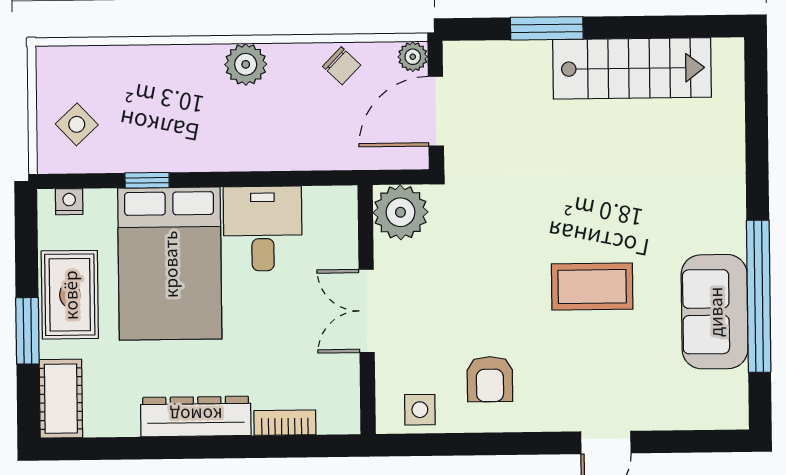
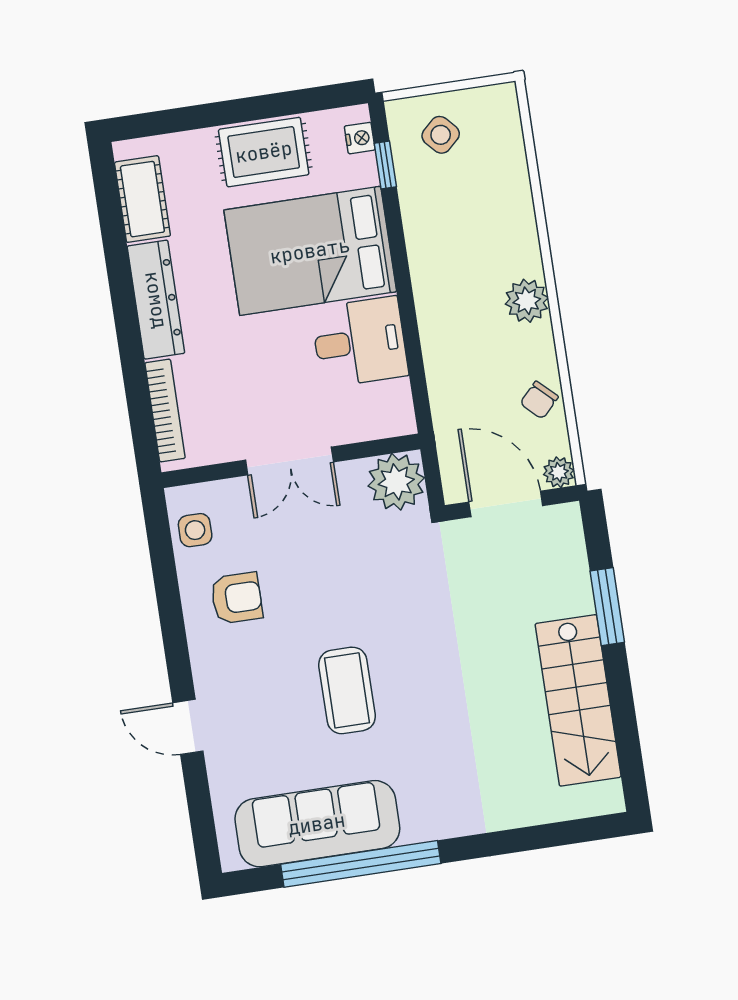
window: (147, 180) -> (385, 165), moved
double door: (367, 311) -> (289, 461), swing flipped
sofa: (715, 312) -> (317, 824), width x1.36
window: (27, 331) -> (220, 113), removed
armchair: (490, 379) -> (237, 598), turned 180
cot: (61, 399) -> (142, 199), moved, turned 90
bookcase: (285, 423) -> (165, 411), width x1.56

